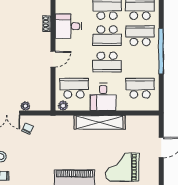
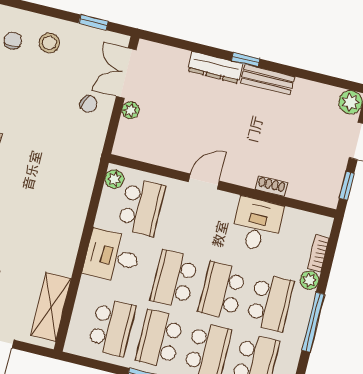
door: (53, 59) -> (204, 181), swing flipped
school desk: (140, 62) -> (160, 339), added
shelving: (100, 122) -> (51, 307), moved, width x0.68

